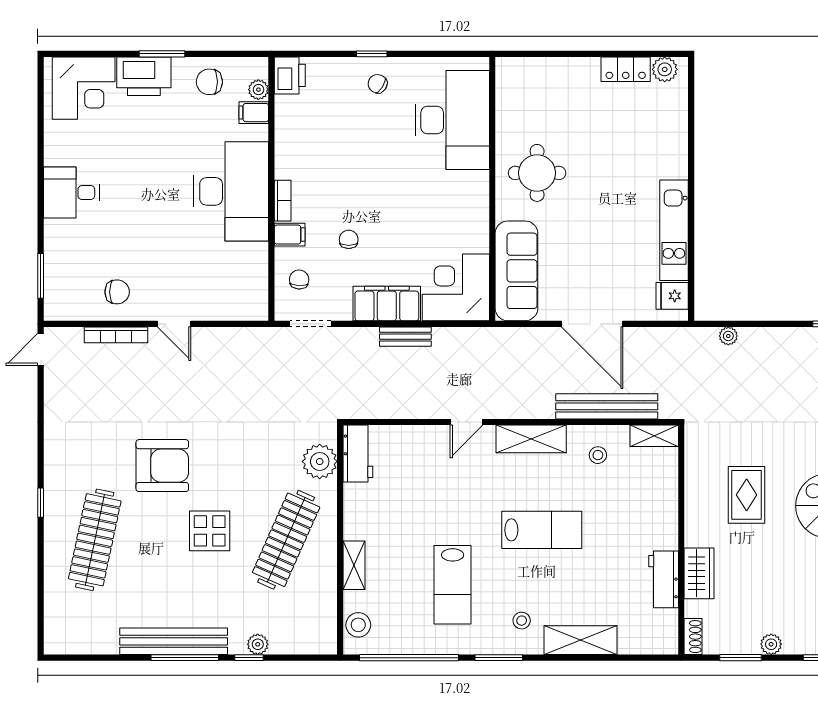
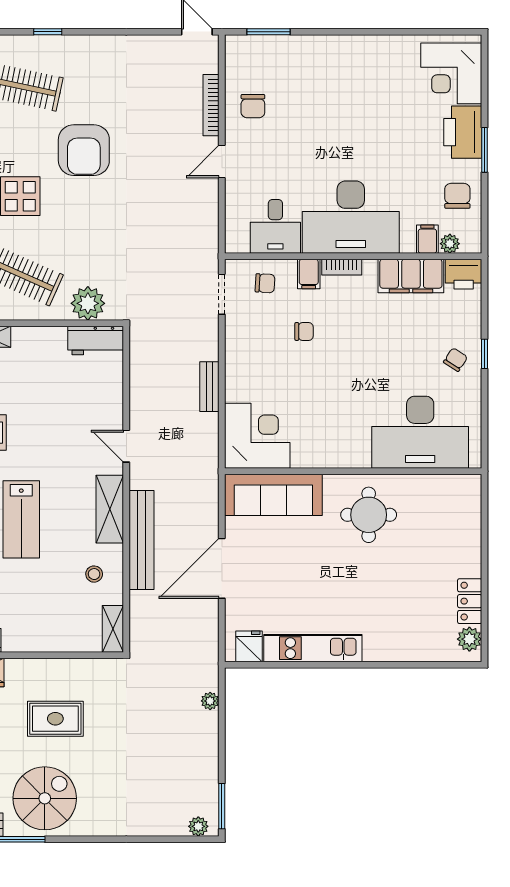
desk: (71, 193) -> (275, 226), moved, turned 180
filing cabinet: (387, 303) -> (411, 276), moved, turned 90
bench: (607, 406) -> (141, 540), moved

